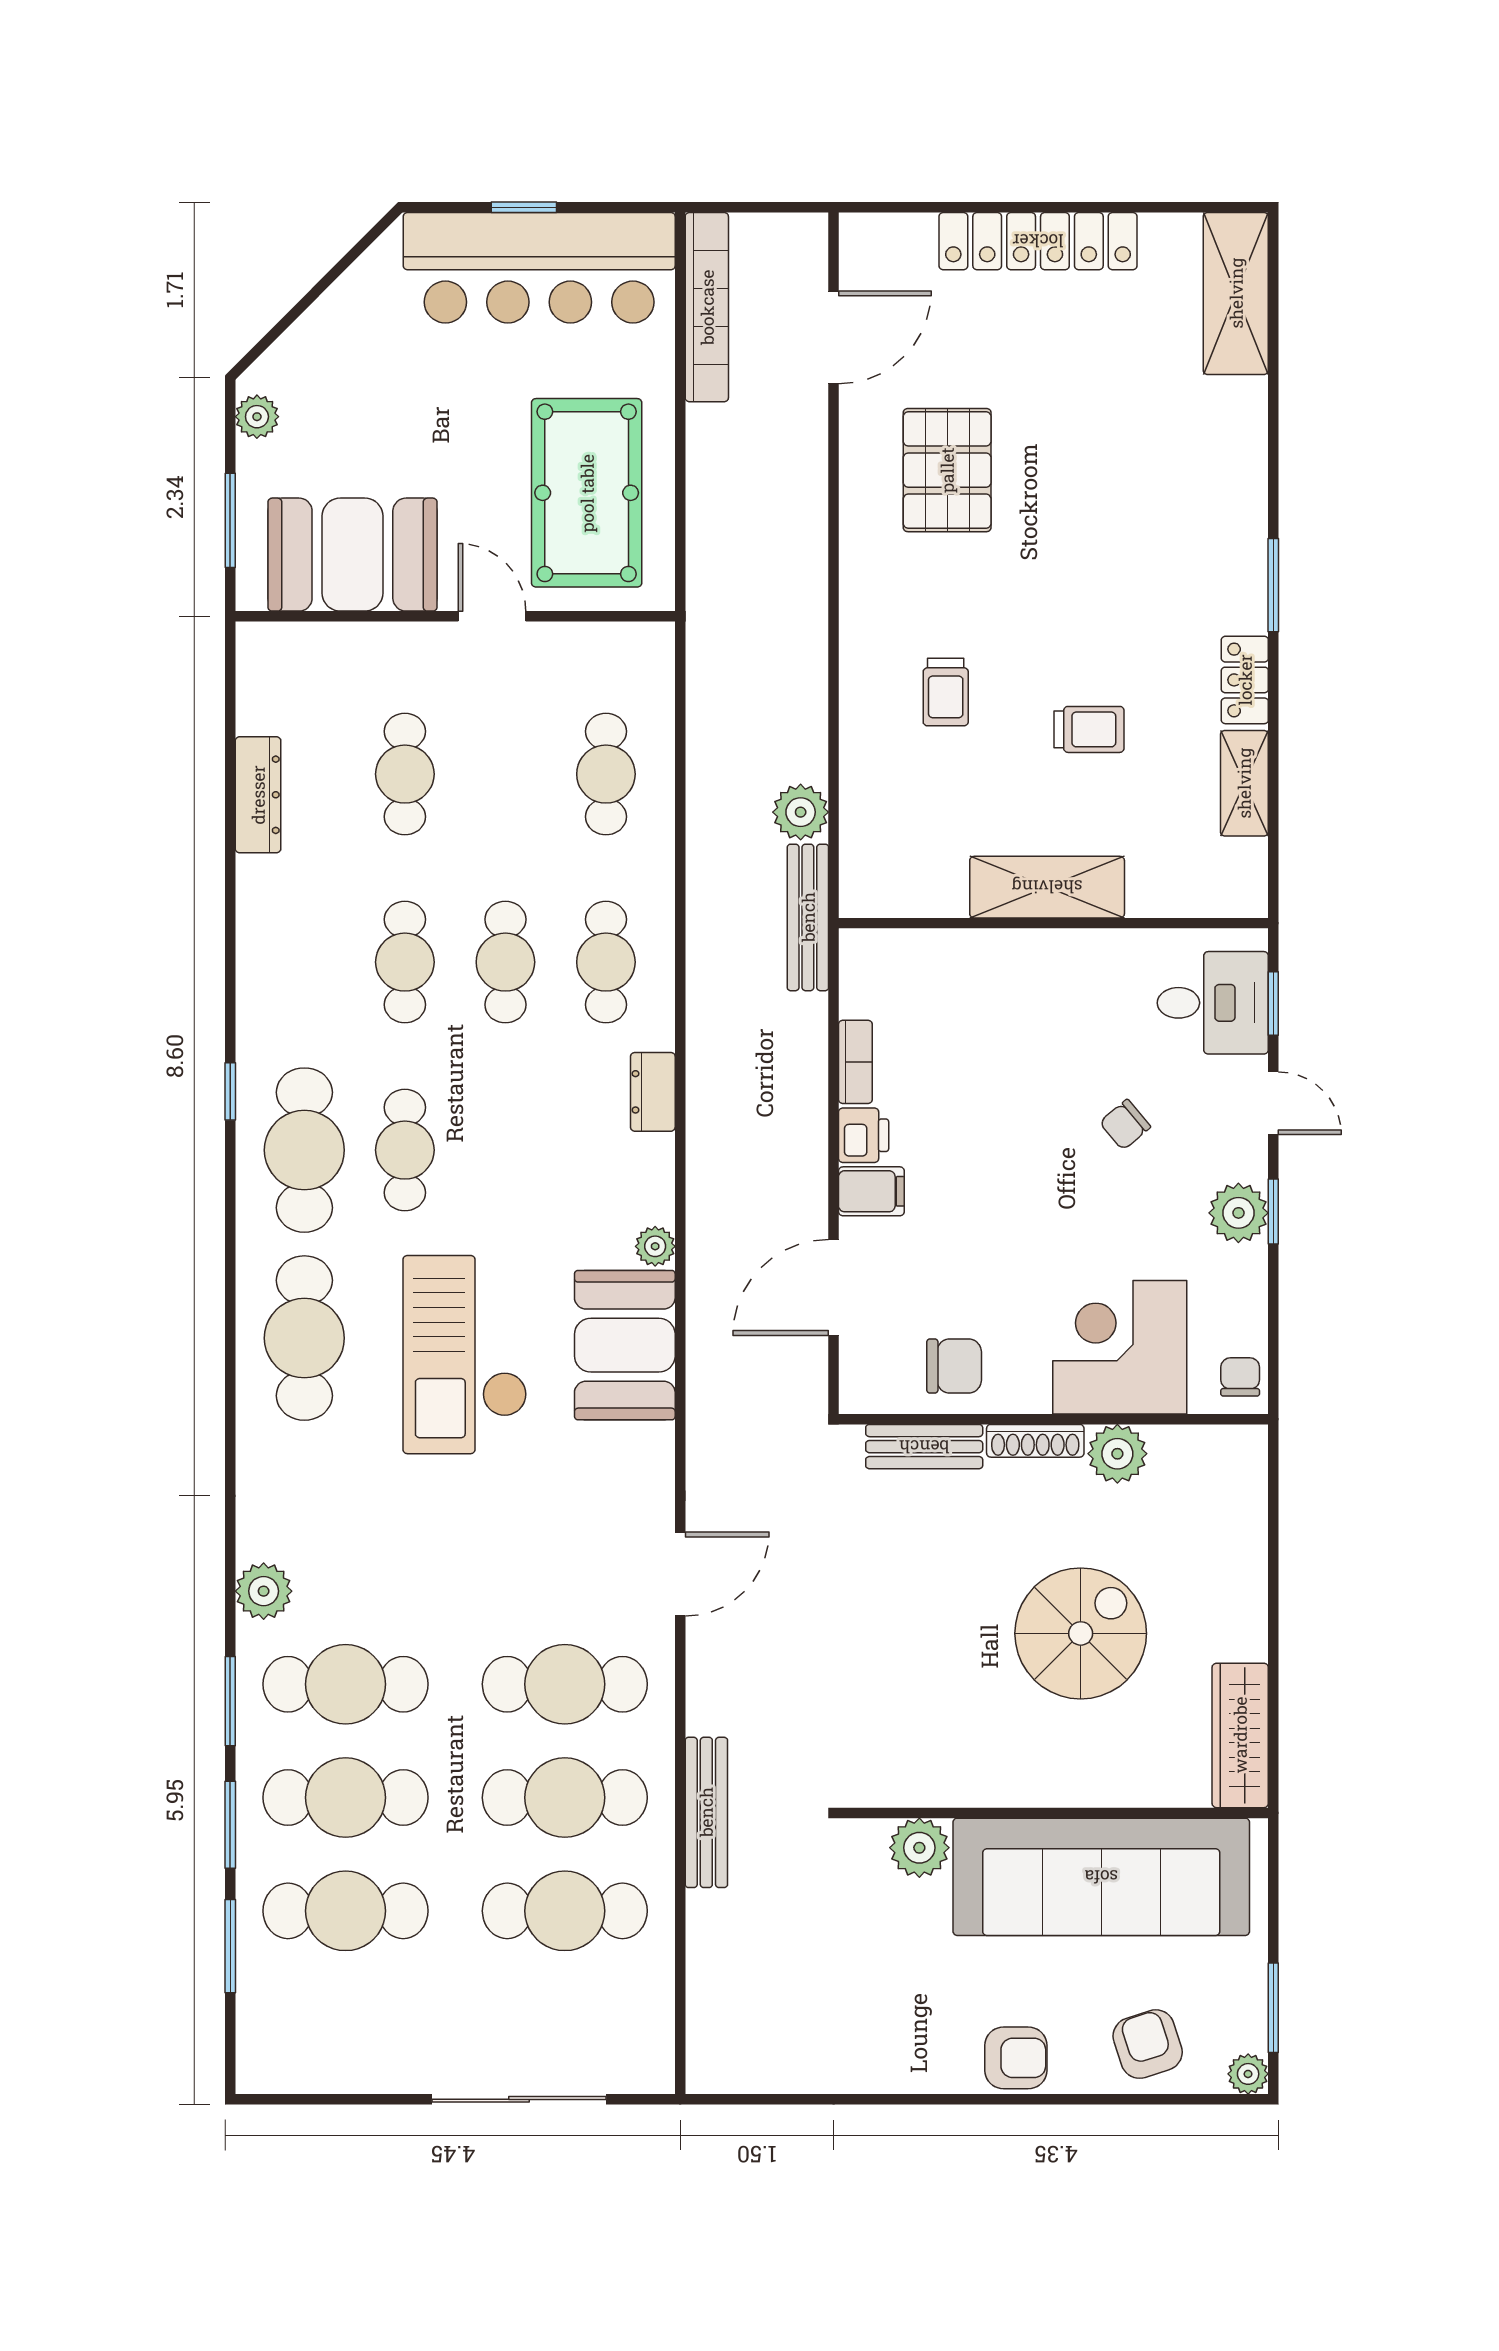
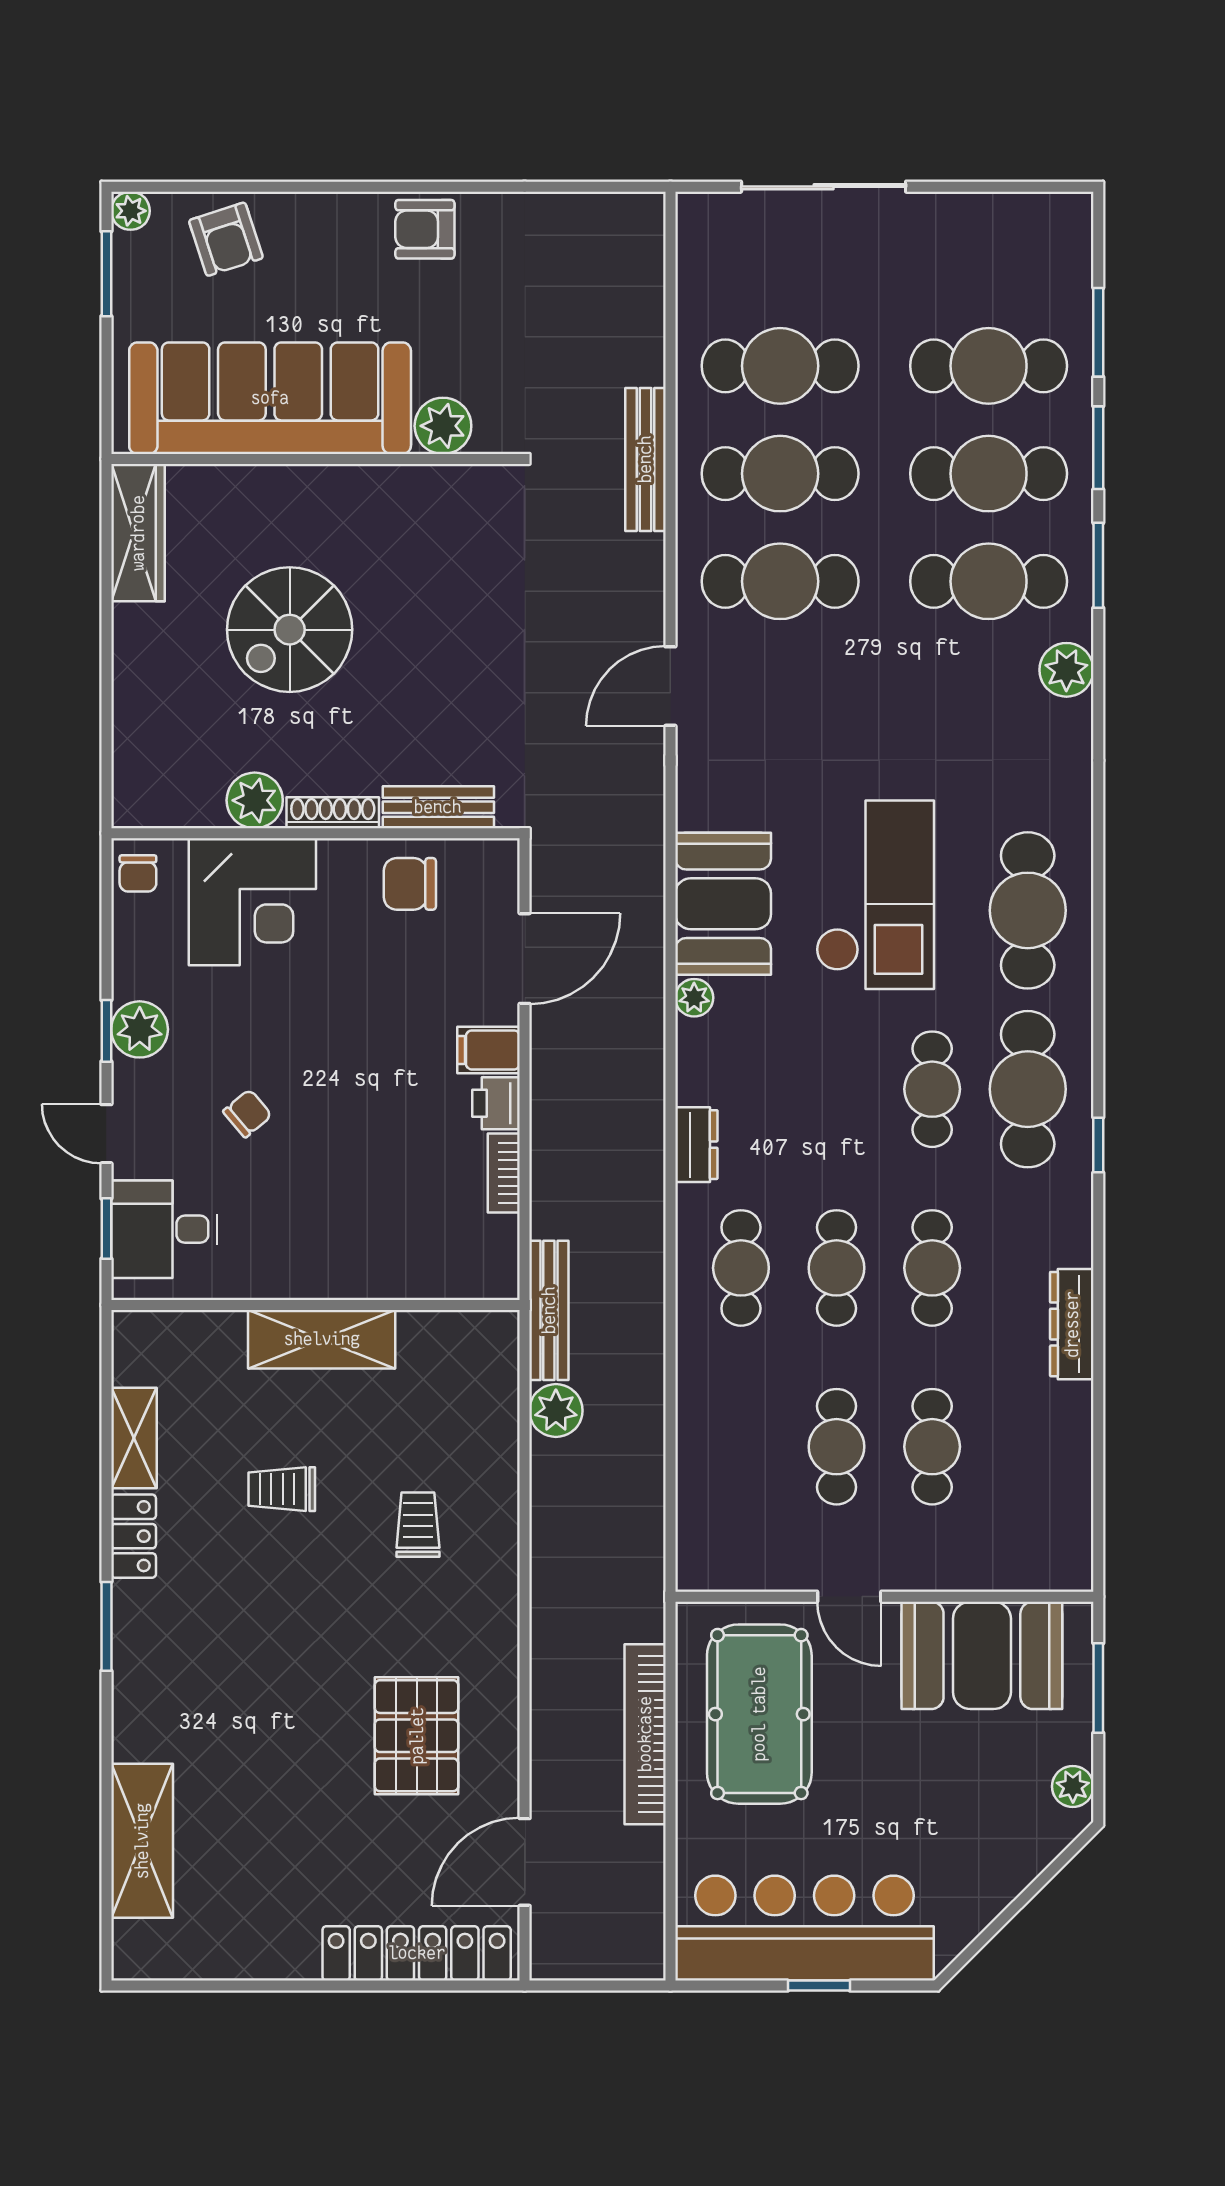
locker: (1038, 241) -> (417, 1953), moved
shelving: (1236, 293) -> (142, 1841), moved
bookcase: (707, 307) -> (645, 1734), moved
cafe table: (606, 774) -> (837, 1447), moved
dresser: (258, 795) -> (1072, 1324), moved
armchair: (1016, 2058) -> (425, 229), moved

